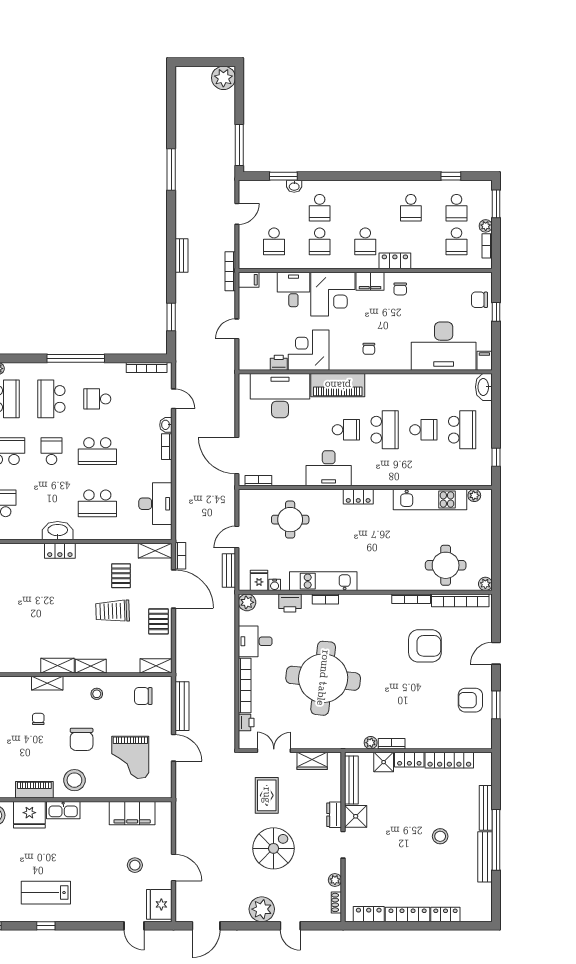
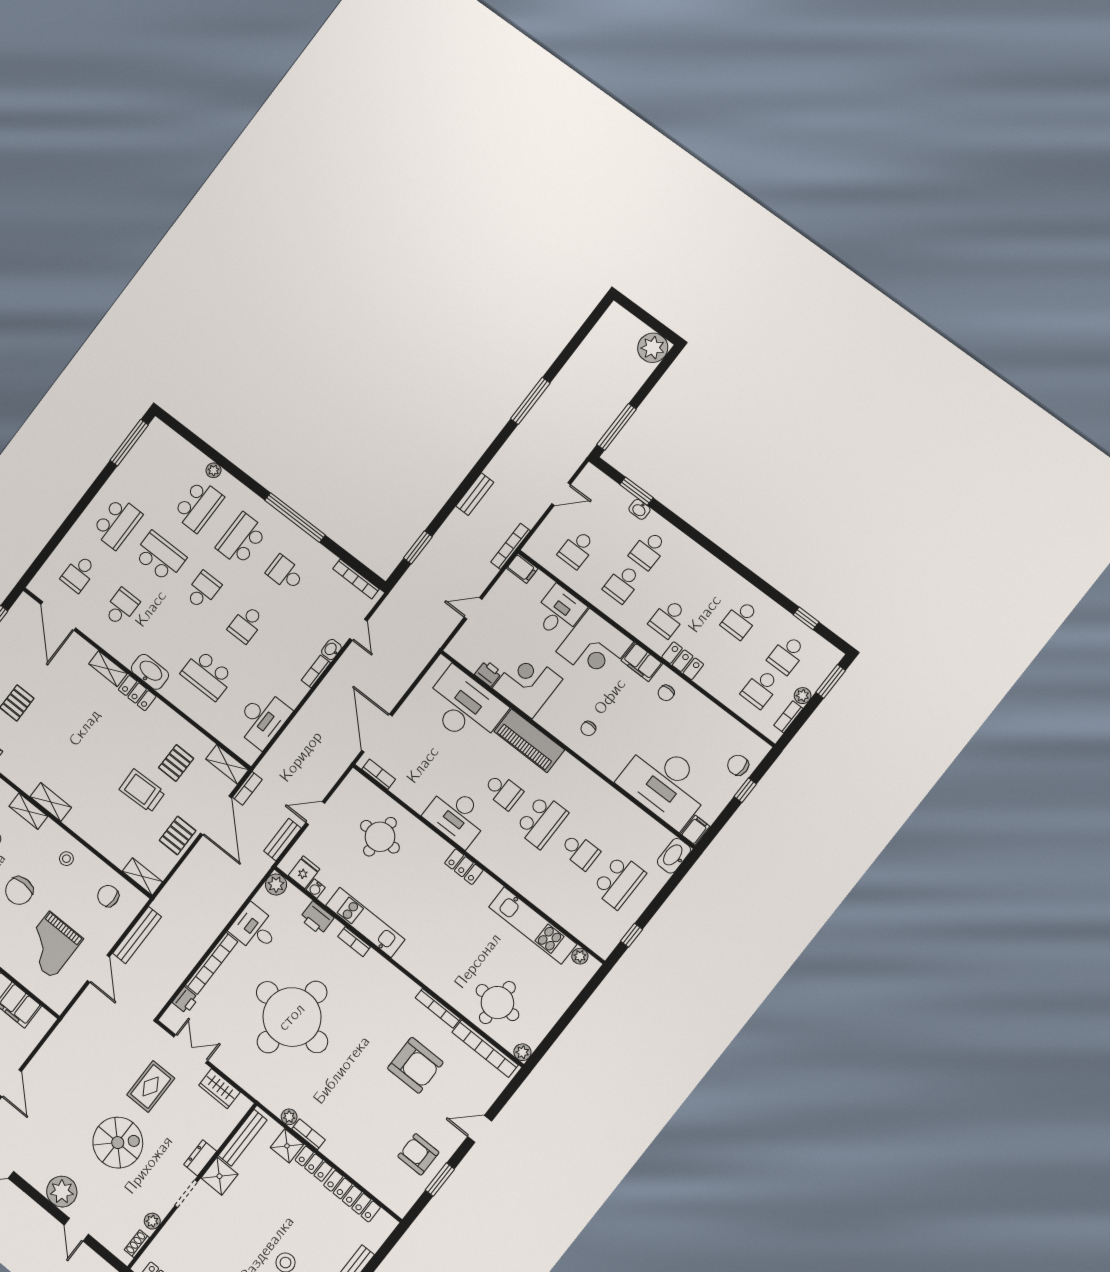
school desk: (97, 451) -> (246, 624), width x0.54
shelving: (91, 666) -> (108, 669), moved

